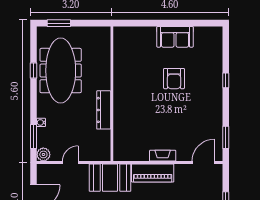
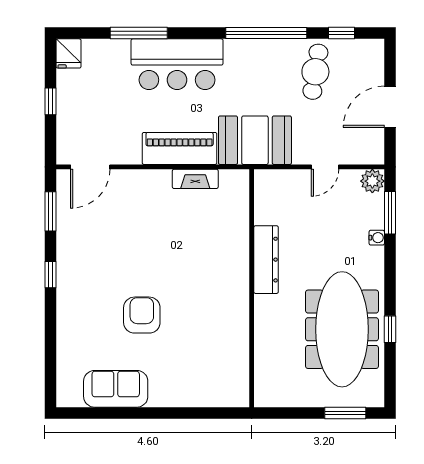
sofa: (175, 37) -> (116, 389), moved
window: (226, 80) -> (51, 275), moved
fireplace: (163, 156) -> (195, 179), moved

